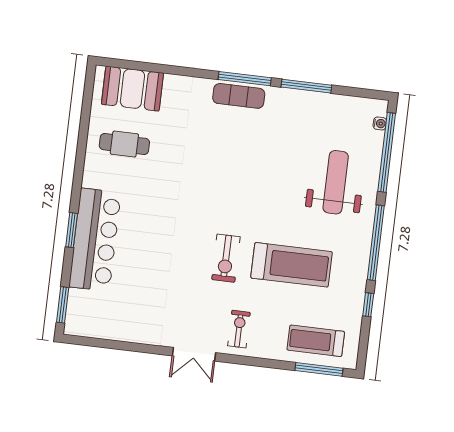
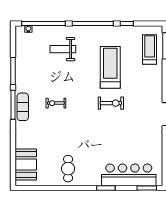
cafe table: (124, 144) -> (68, 169), moved
weight bench: (336, 182) -> (63, 49), width x0.73, depth x0.75
bar counter: (95, 240) -> (129, 175), moved
exercise bike: (239, 329) -> (56, 103), moved
treadmill: (316, 341) -> (150, 49), turned 180

